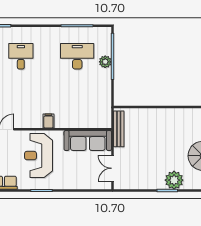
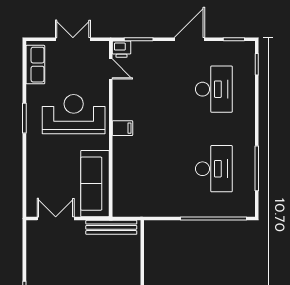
desk: (21, 56) -> (214, 89), width x1.37
plant: (105, 62) -> (206, 208), removed

